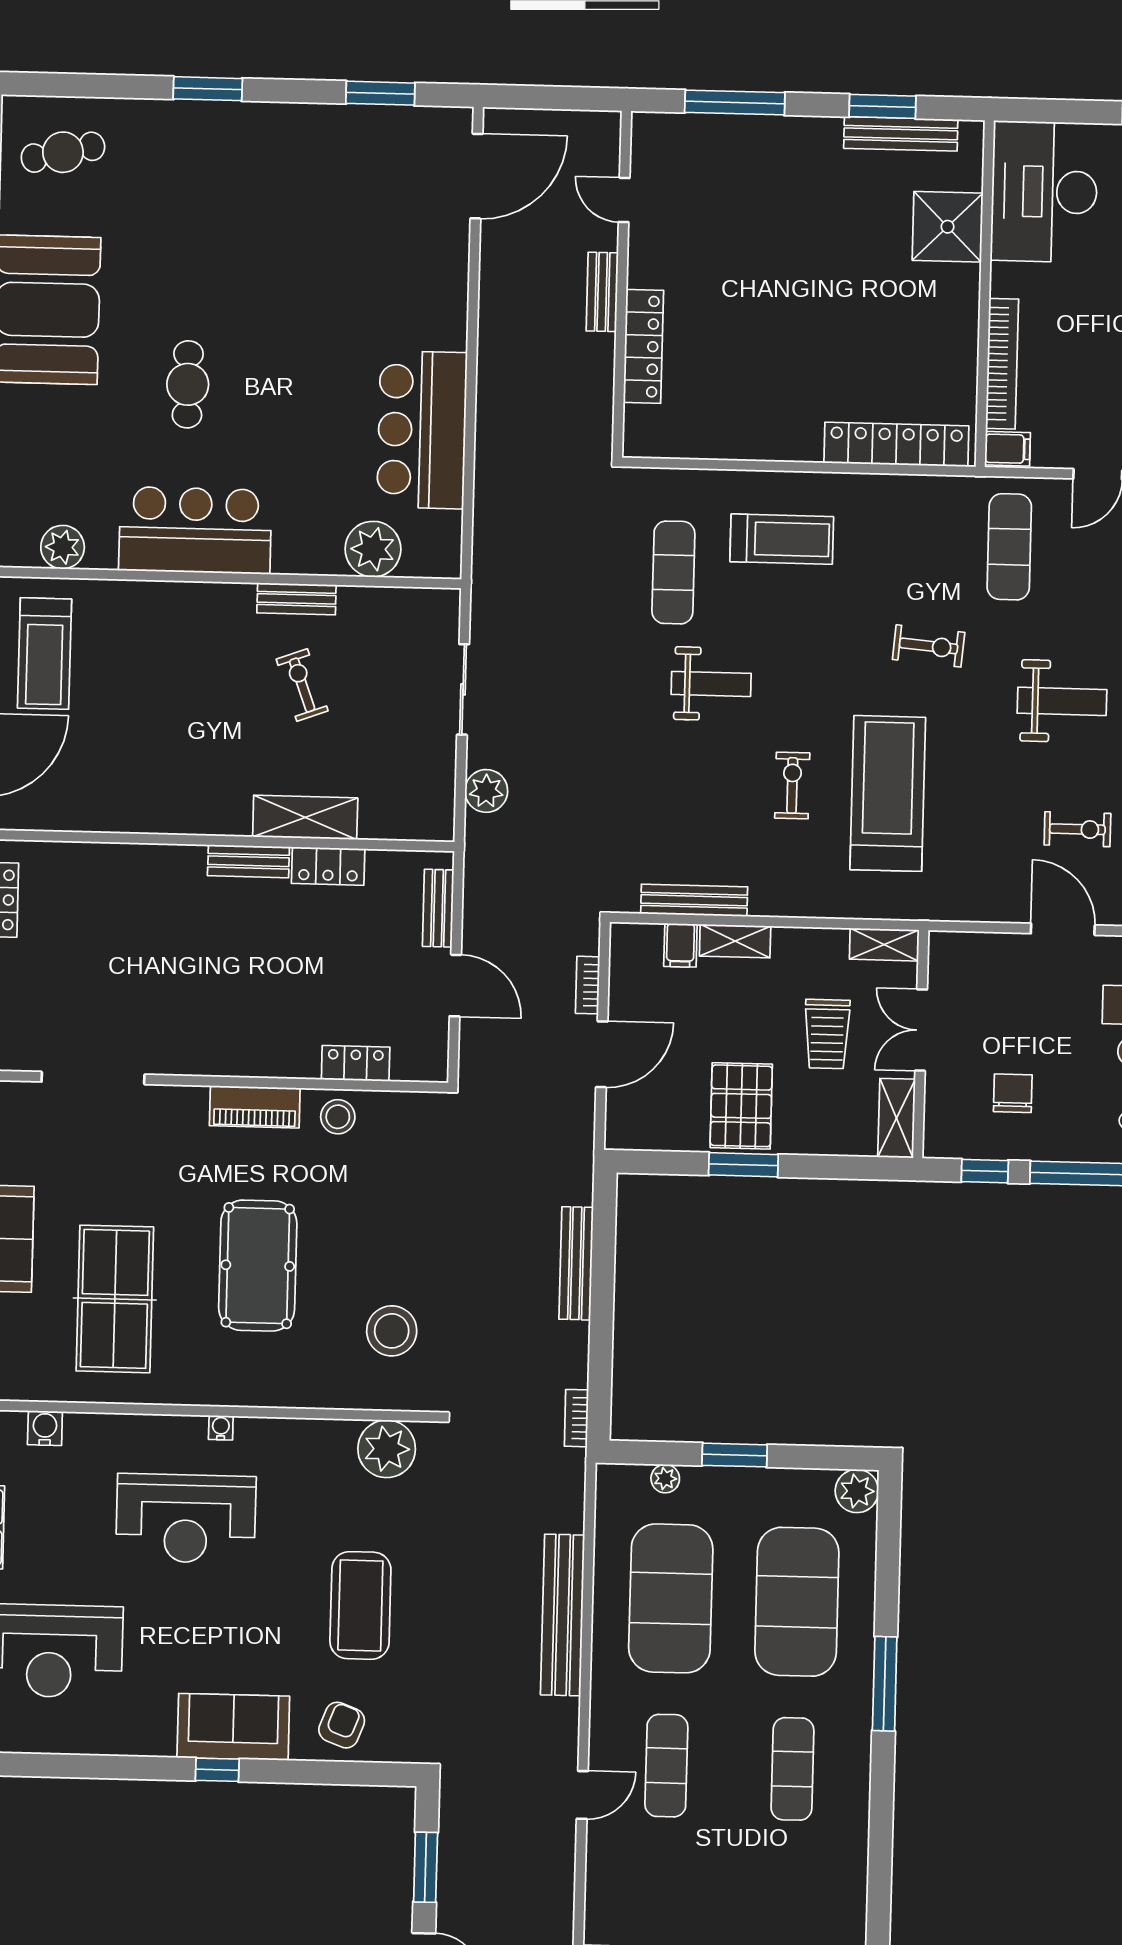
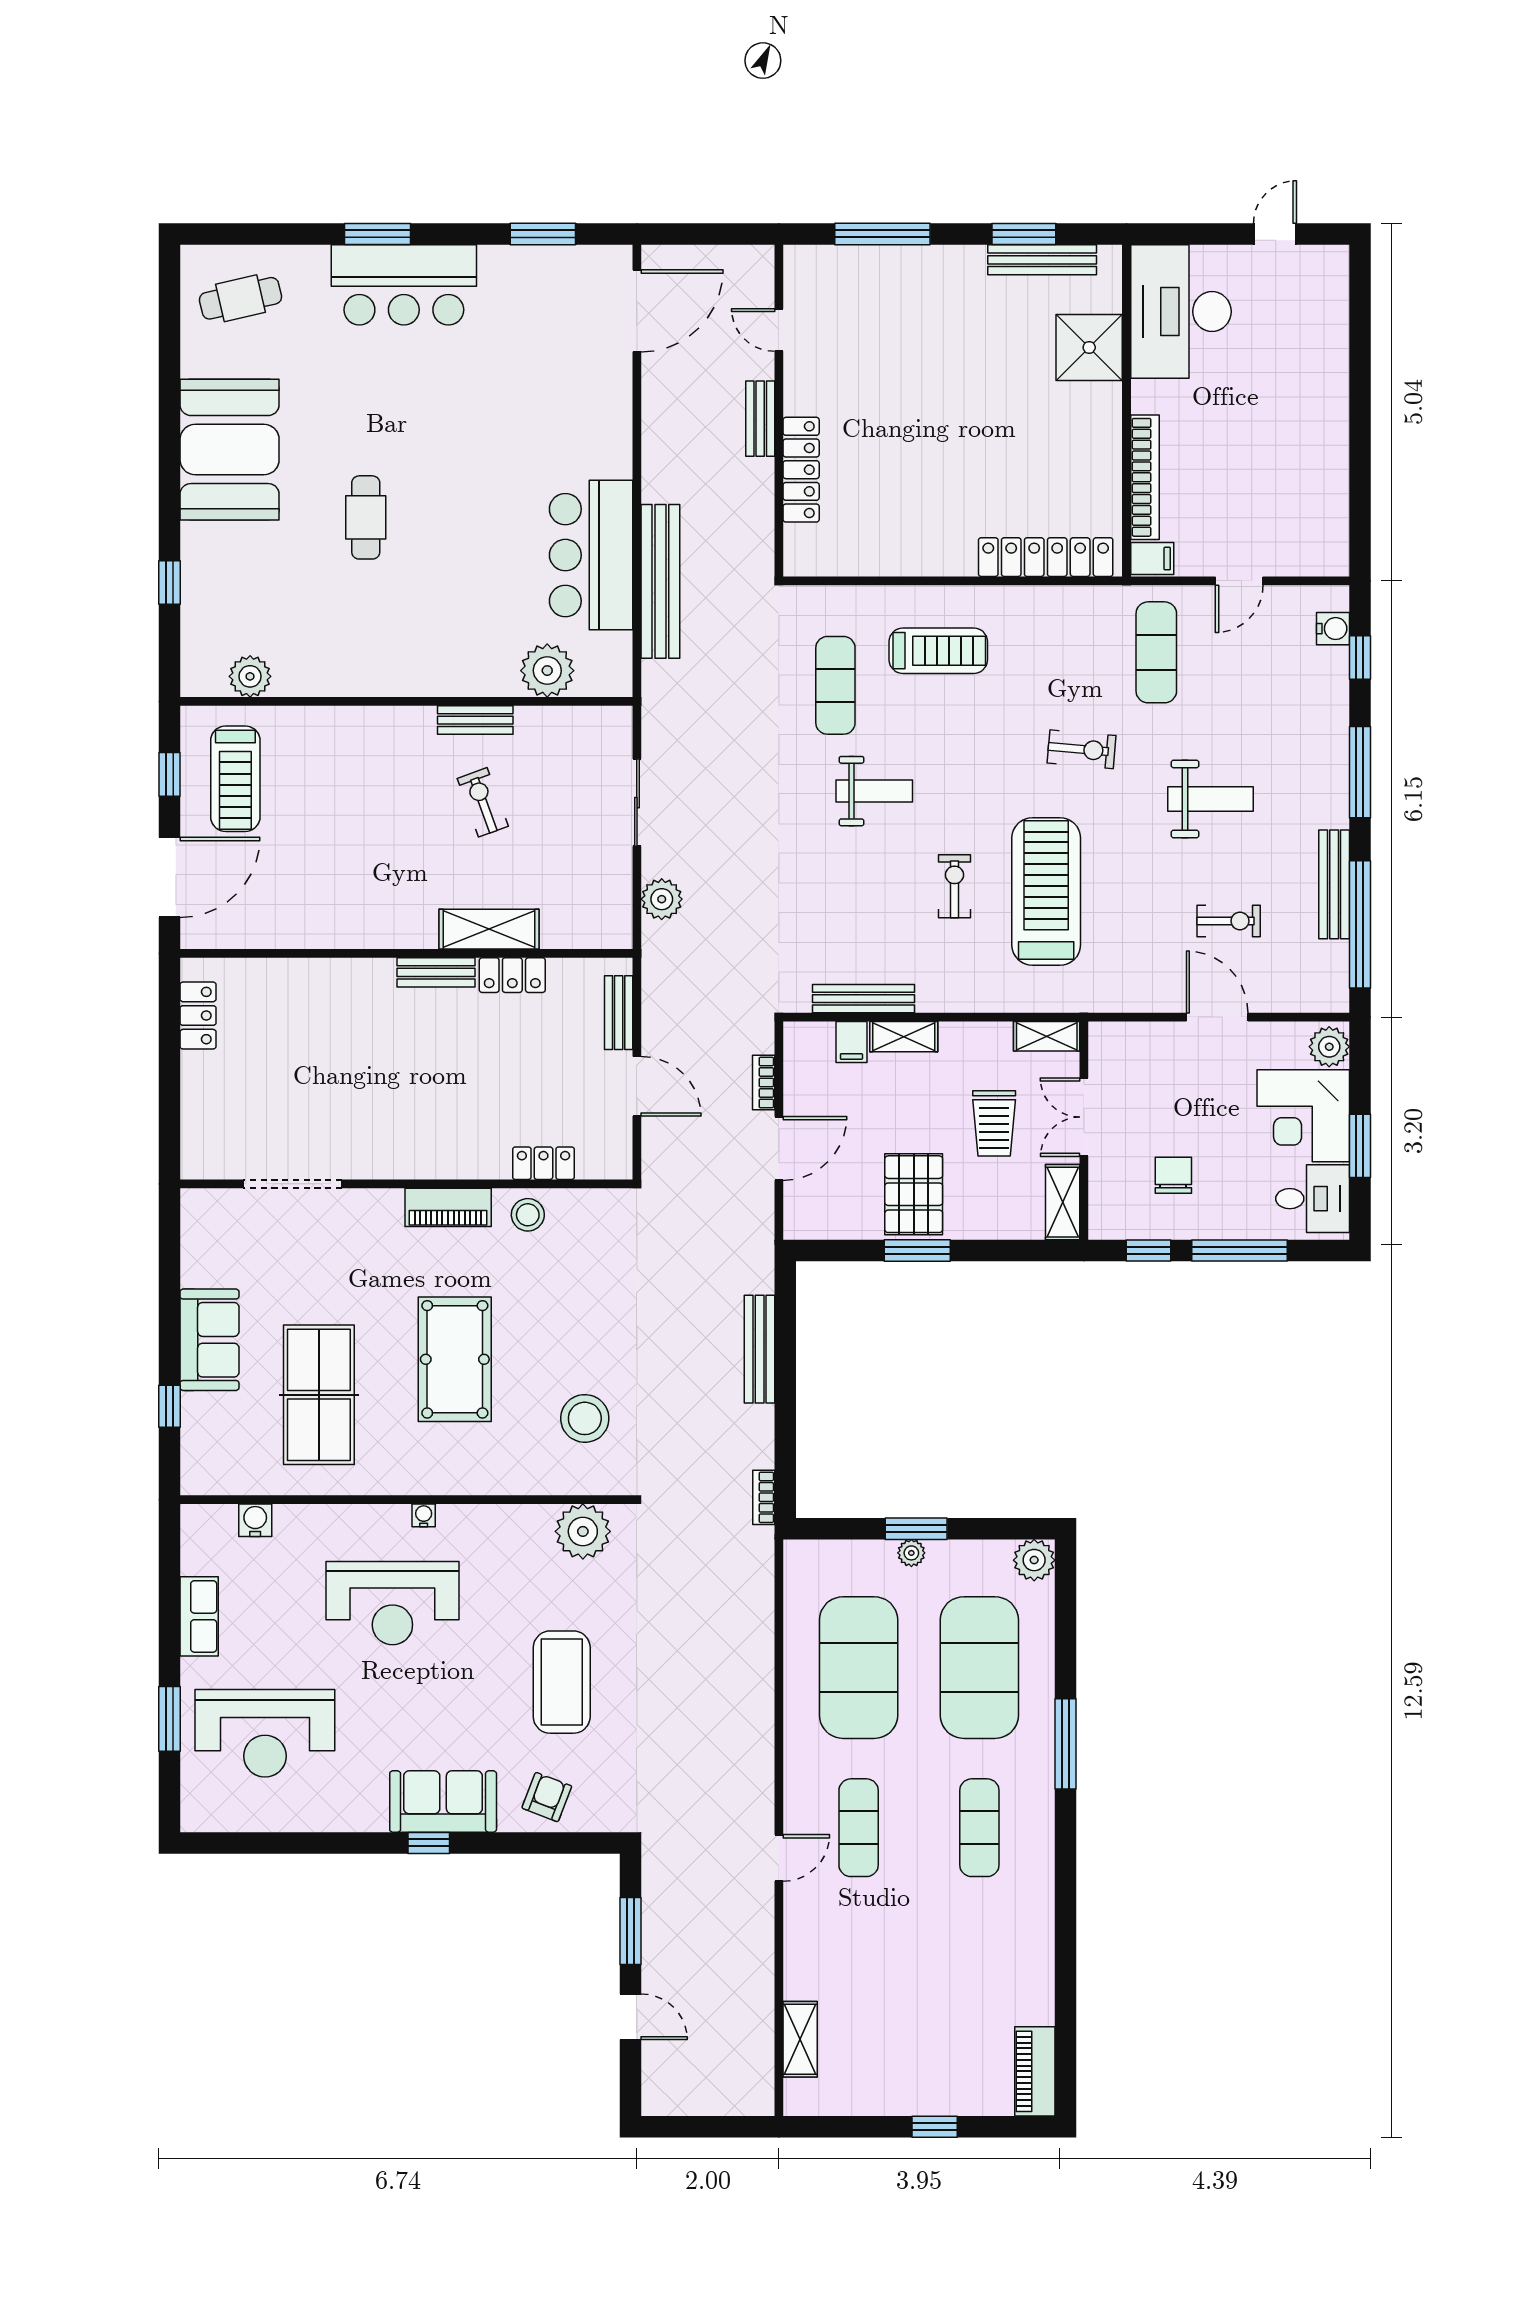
bar counter: (195, 530) -> (404, 285), moved, turned 180
plant: (665, 1479) -> (911, 1553), moved
bench: (563, 1615) -> (660, 581), moved

